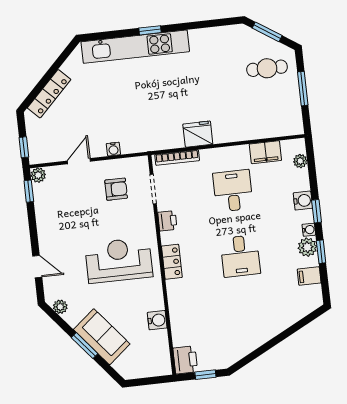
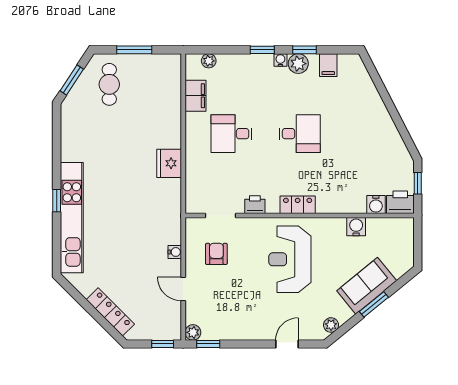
bookcase: (177, 158) -> (191, 187), removed
water cooler: (303, 201) -> (376, 205), moved, turned 180

